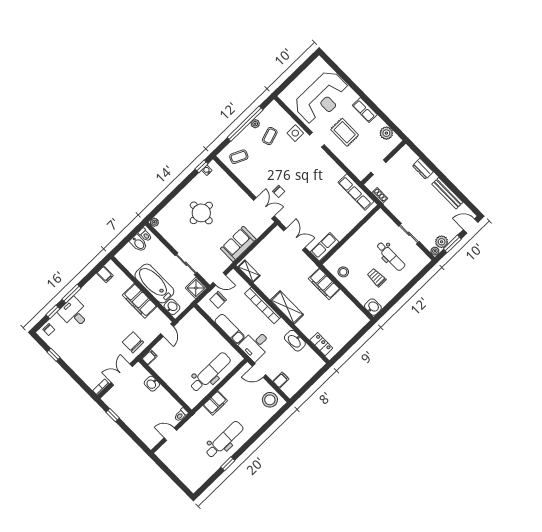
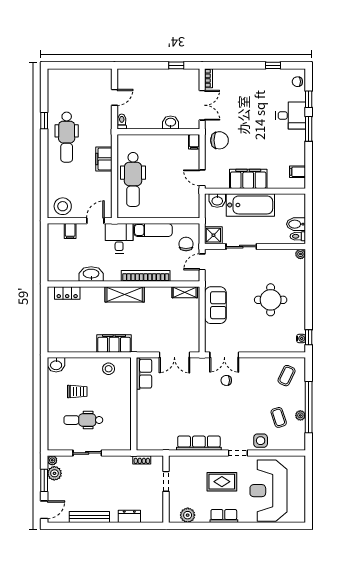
row of seats: (356, 192) -> (199, 443), moved

